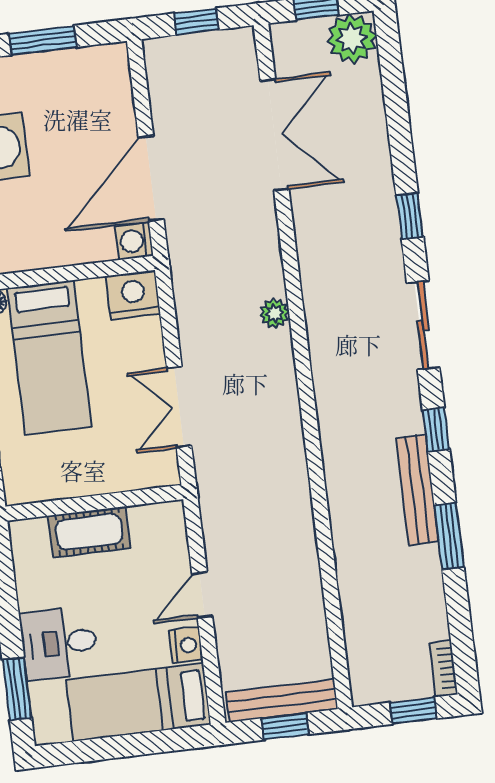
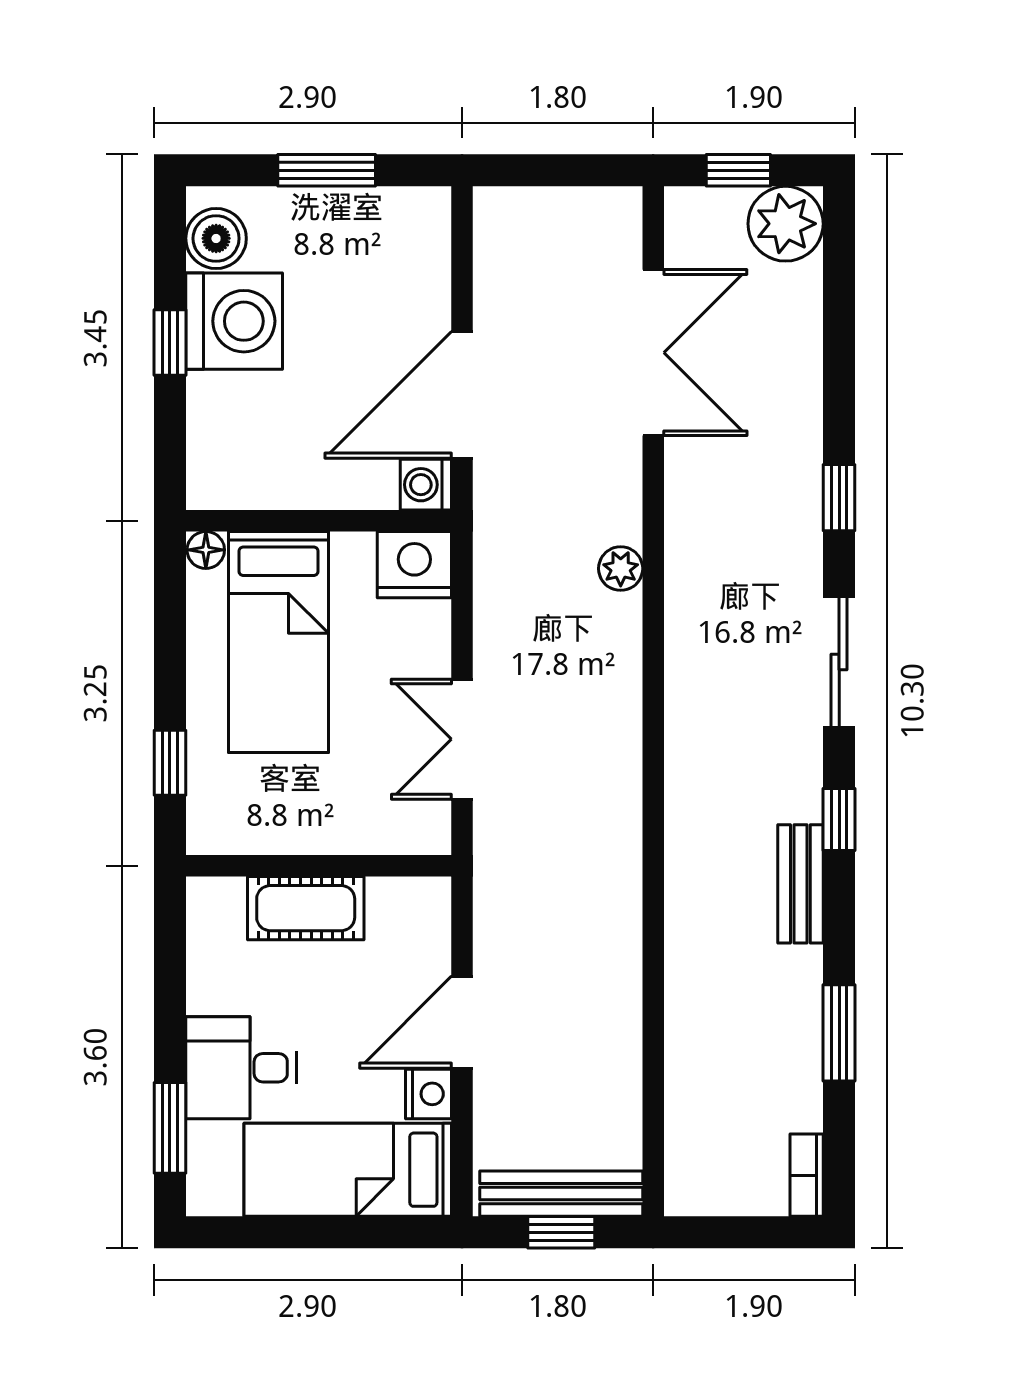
window: (196, 22) -> (558, 170), removed
plant: (275, 313) -> (621, 569), moved
bench: (417, 490) -> (800, 884), width x0.73
window: (449, 536) -> (839, 1033), moved
door: (202, 595) -> (462, 1022), width x1.38
window: (413, 711) -> (754, 1232), removed

